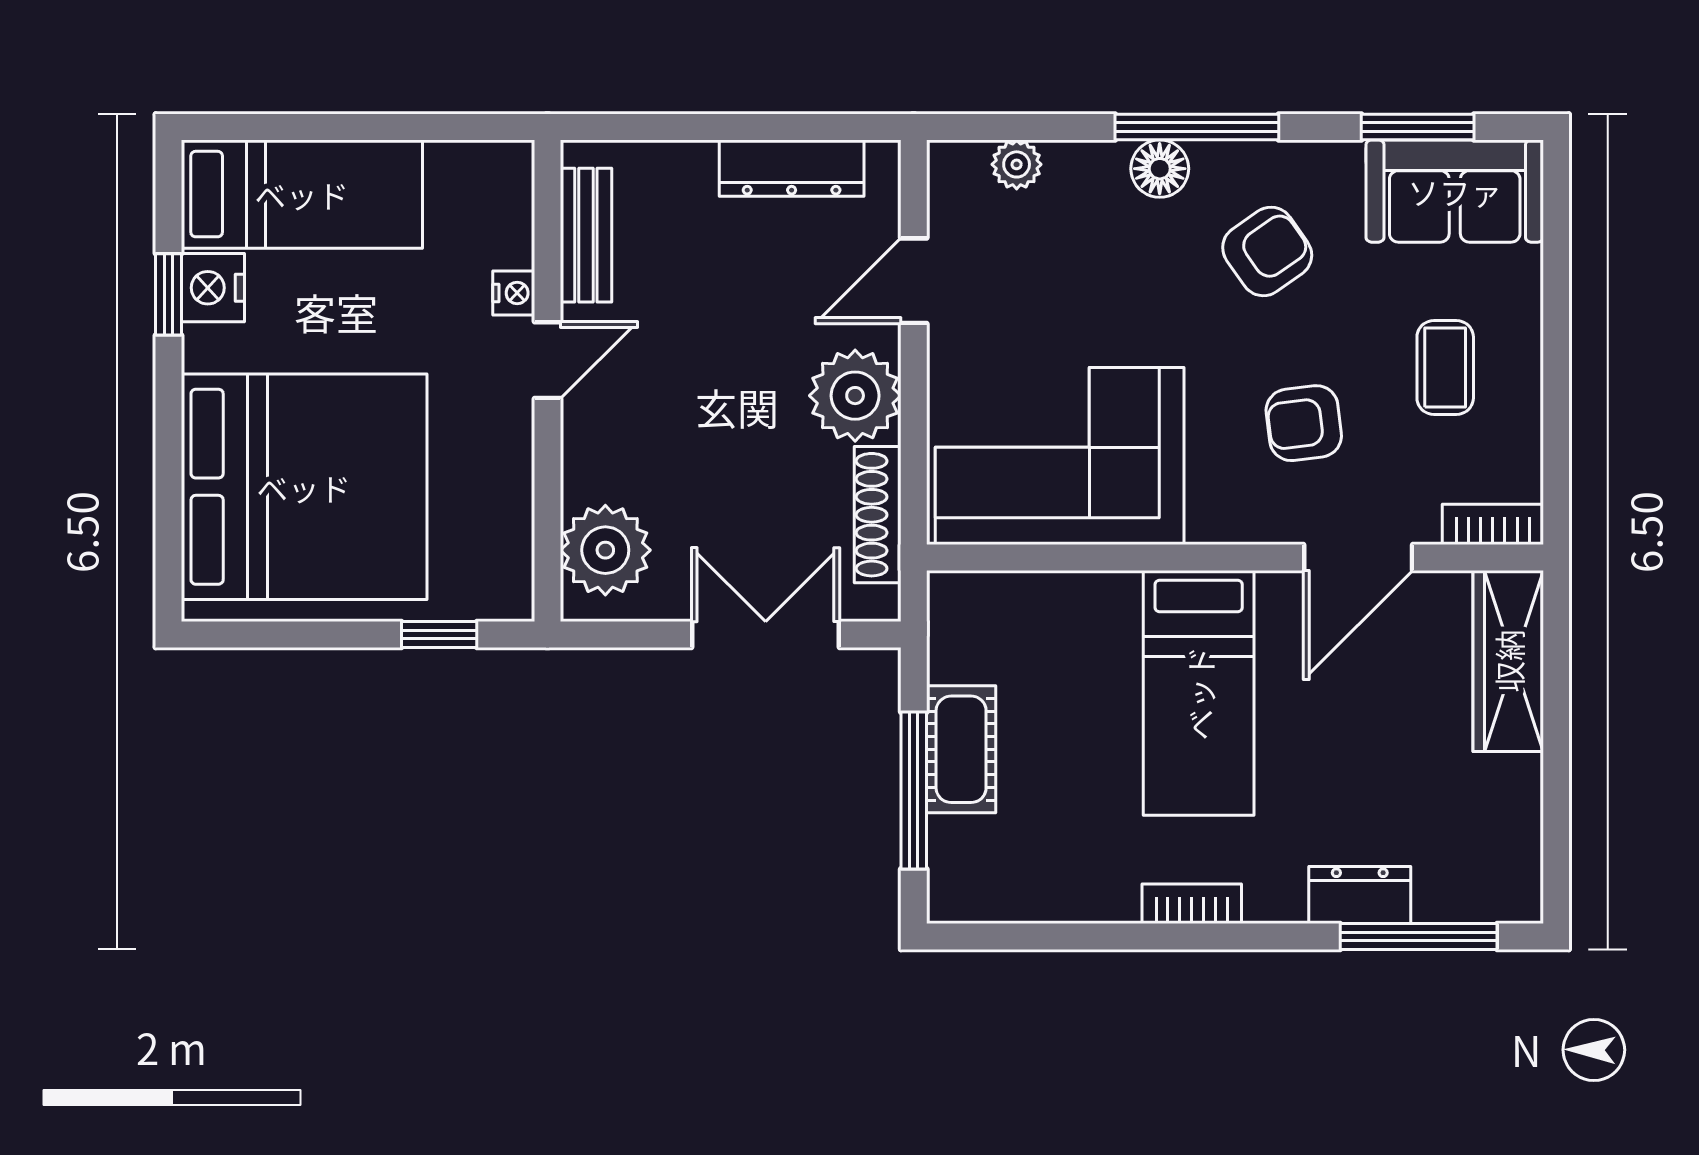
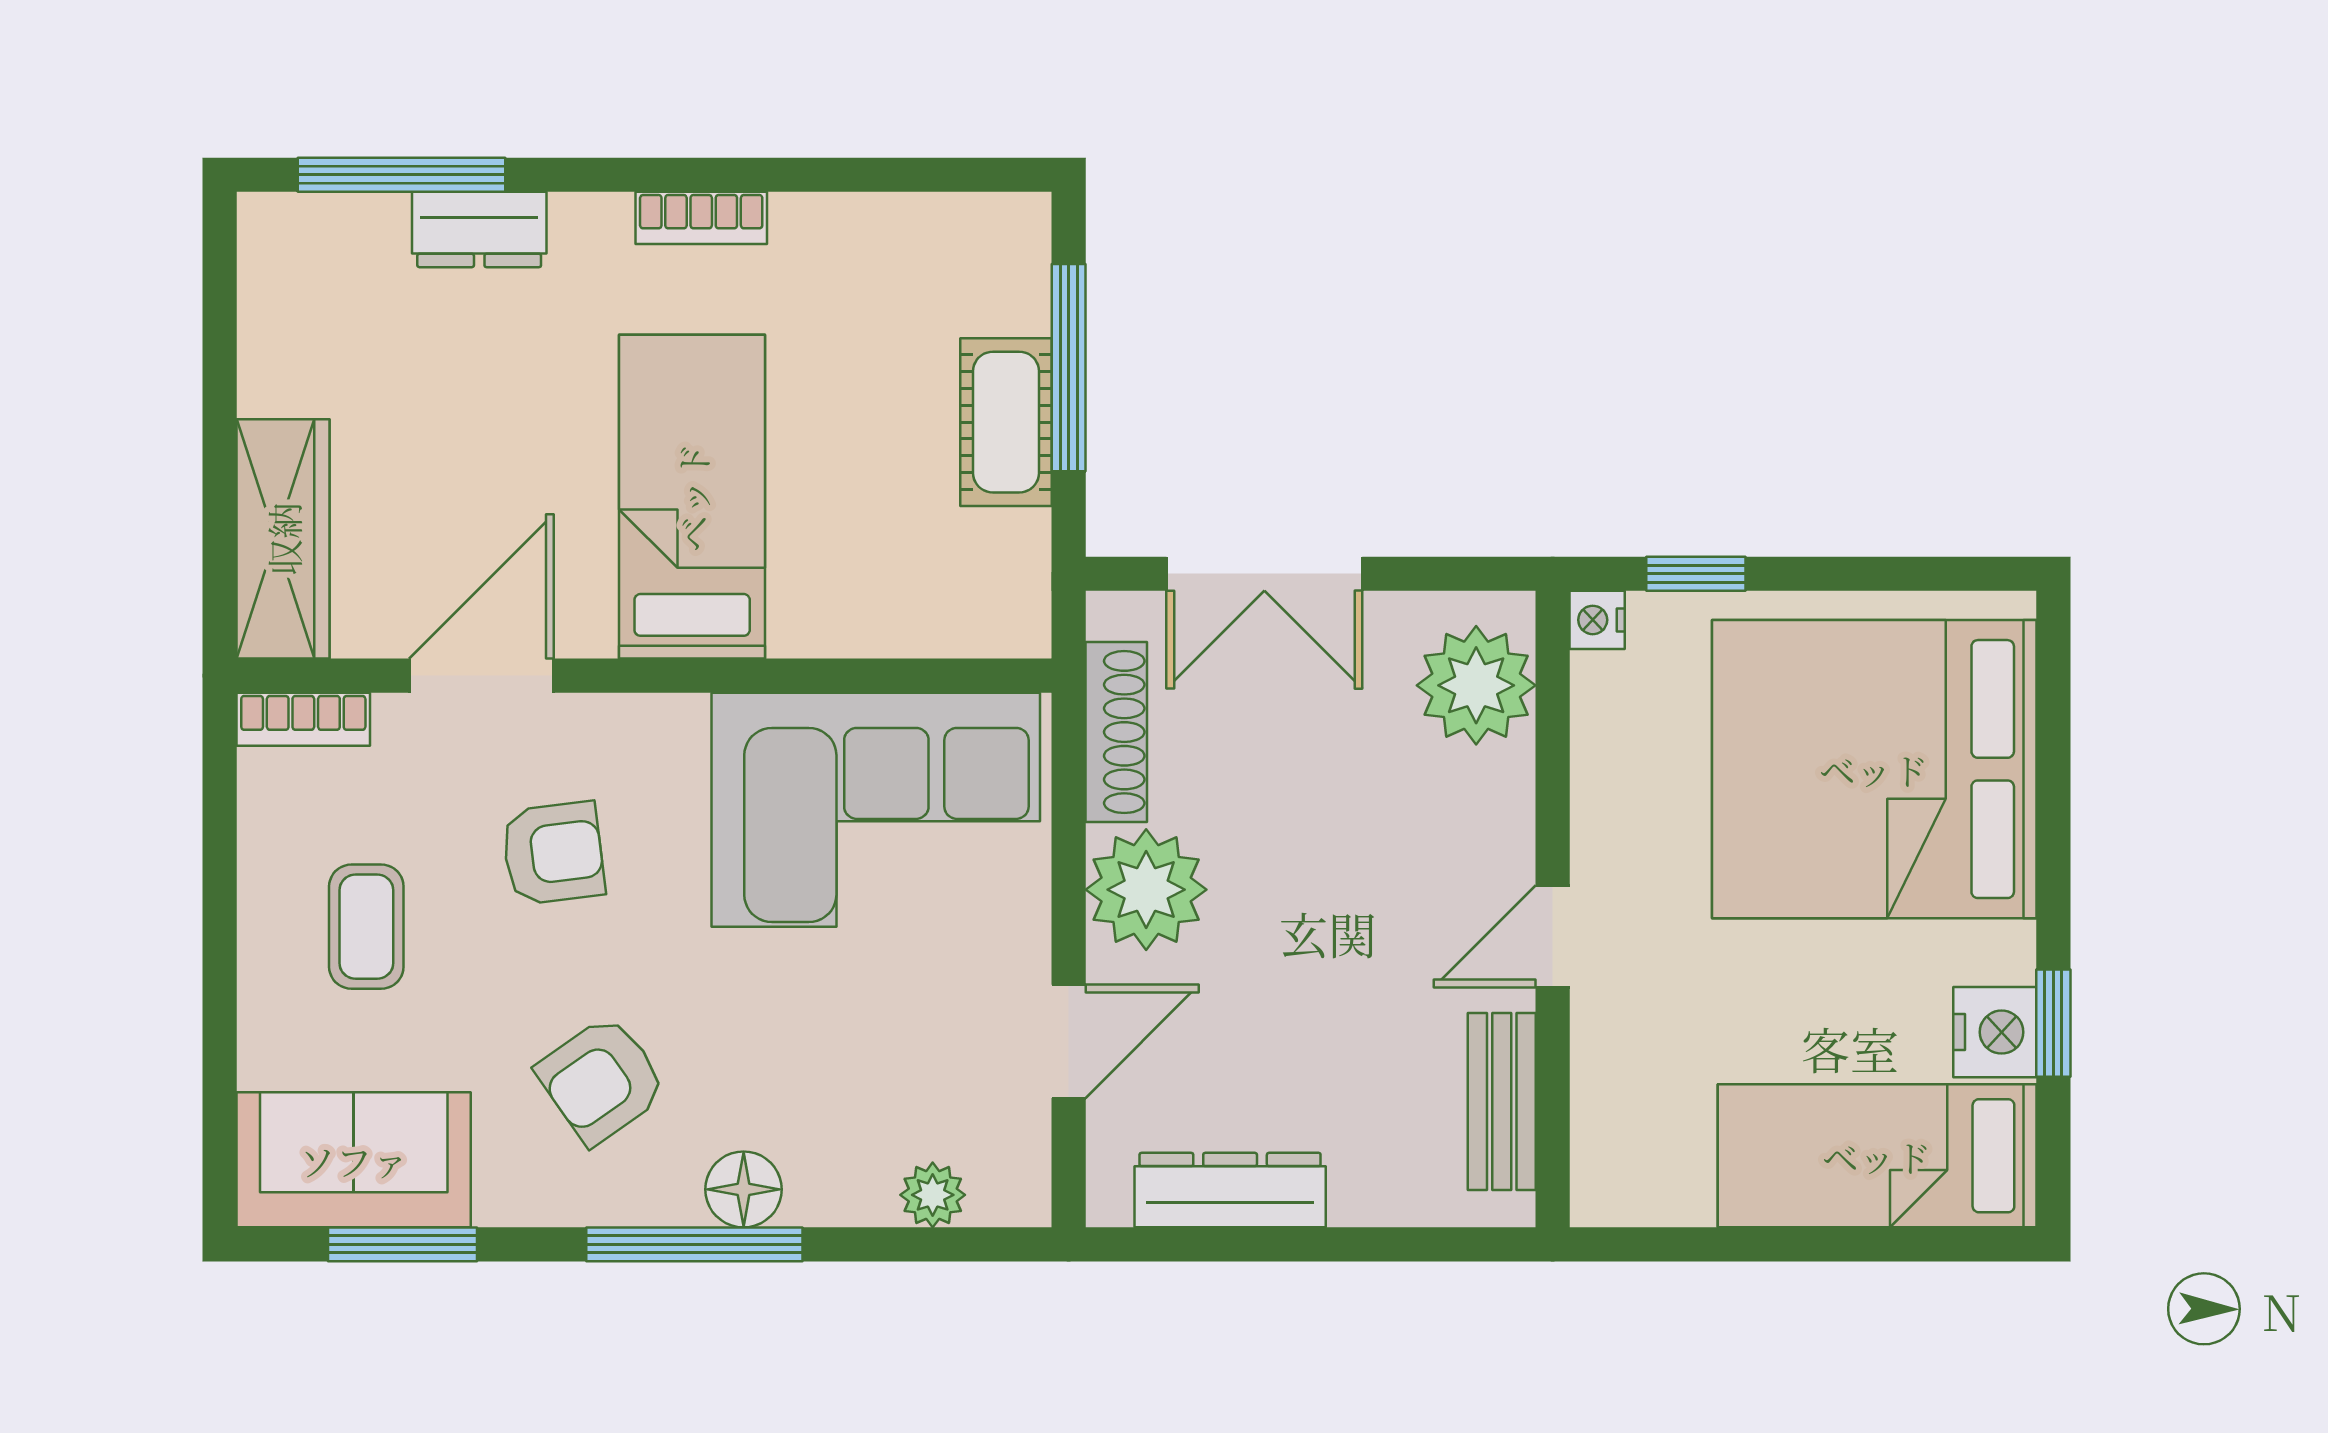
nightstand: (514, 293) -> (1597, 620), moved

